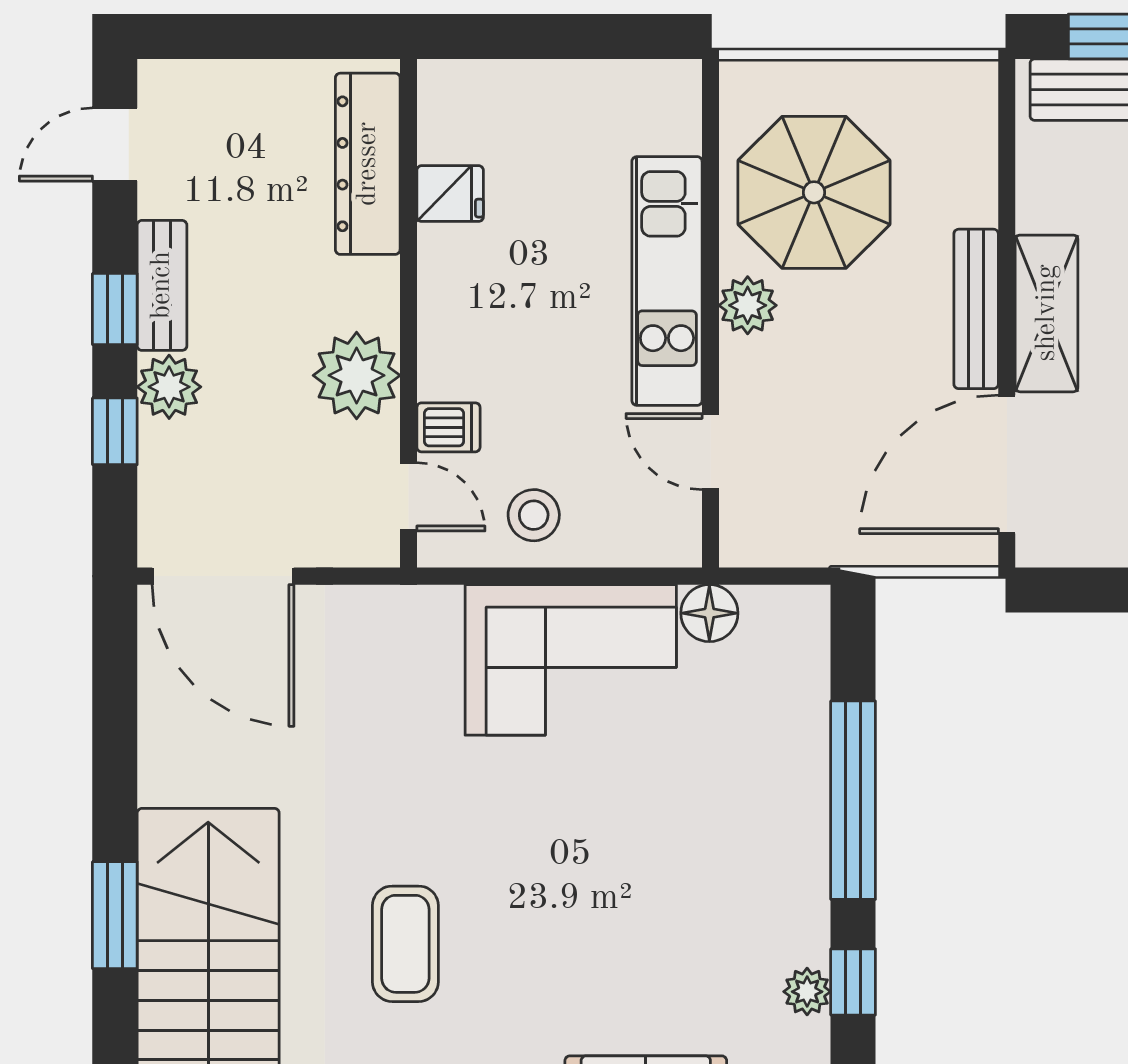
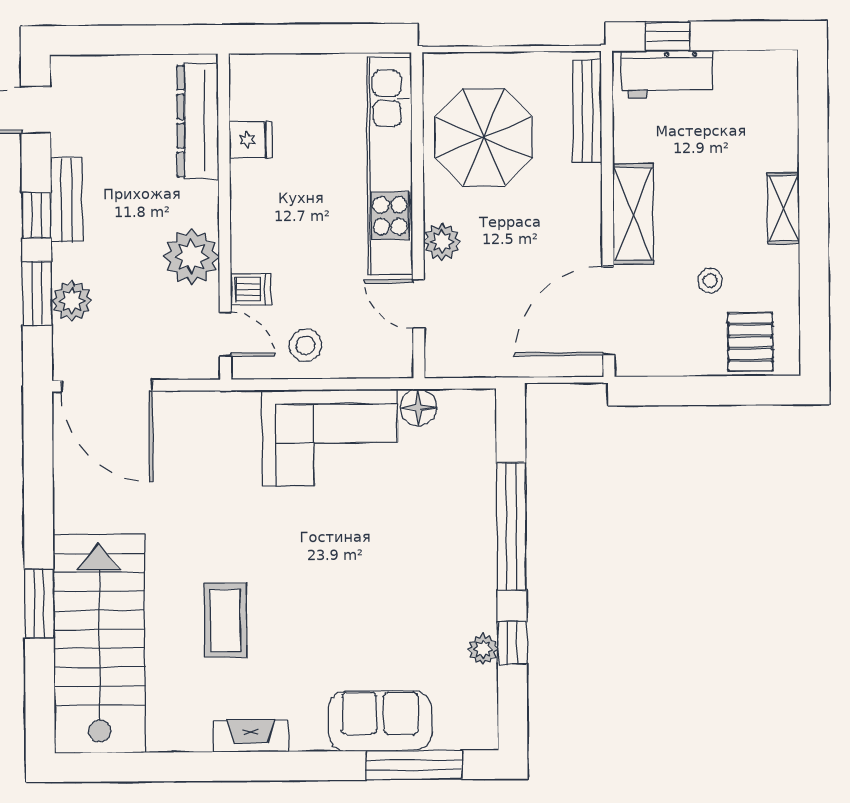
kitchen unit: (667, 281) -> (390, 166), width x1.36
plant: (748, 305) -> (442, 242), moved
bench: (976, 309) -> (587, 111), moved
plant: (169, 387) -> (72, 301), moved
window: (115, 431) -> (37, 294), width x1.50

